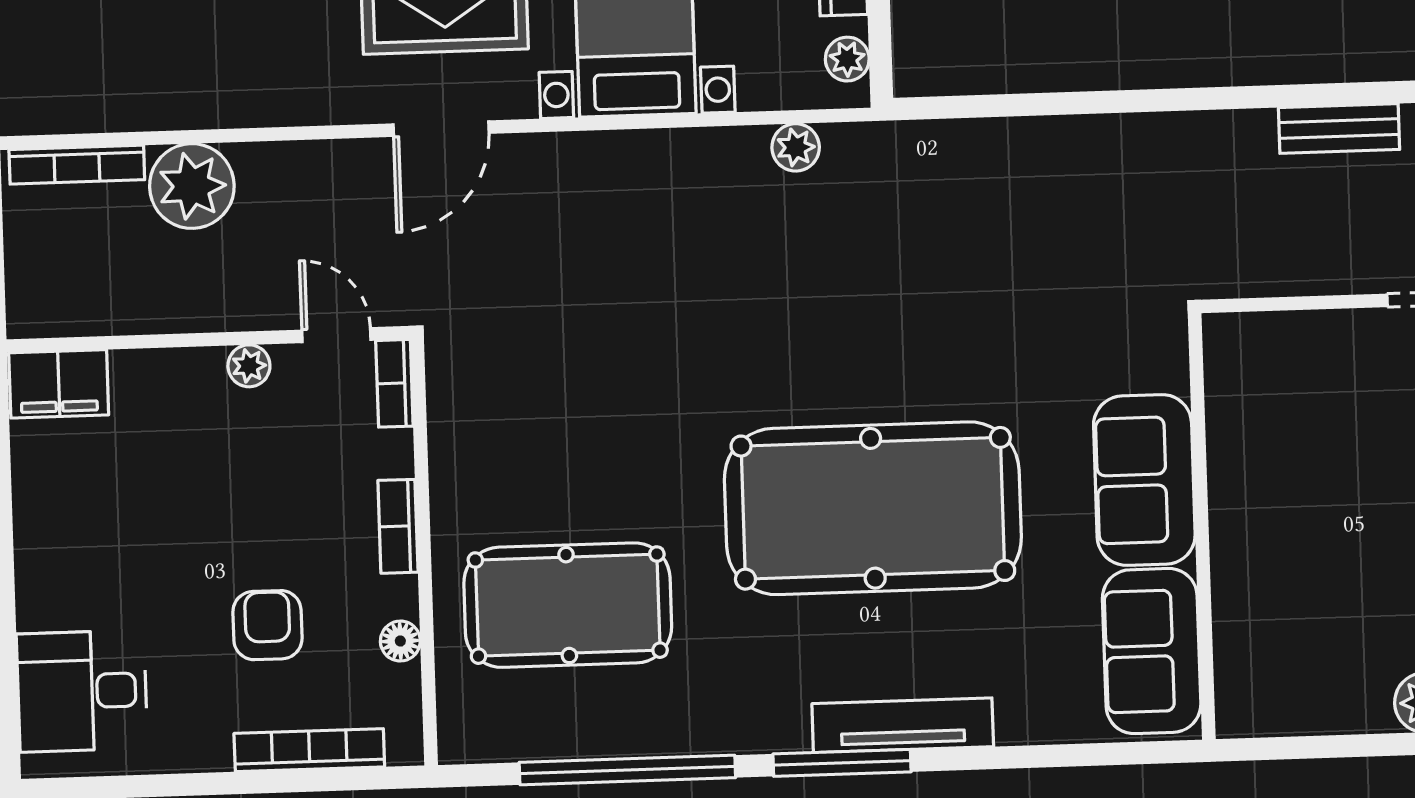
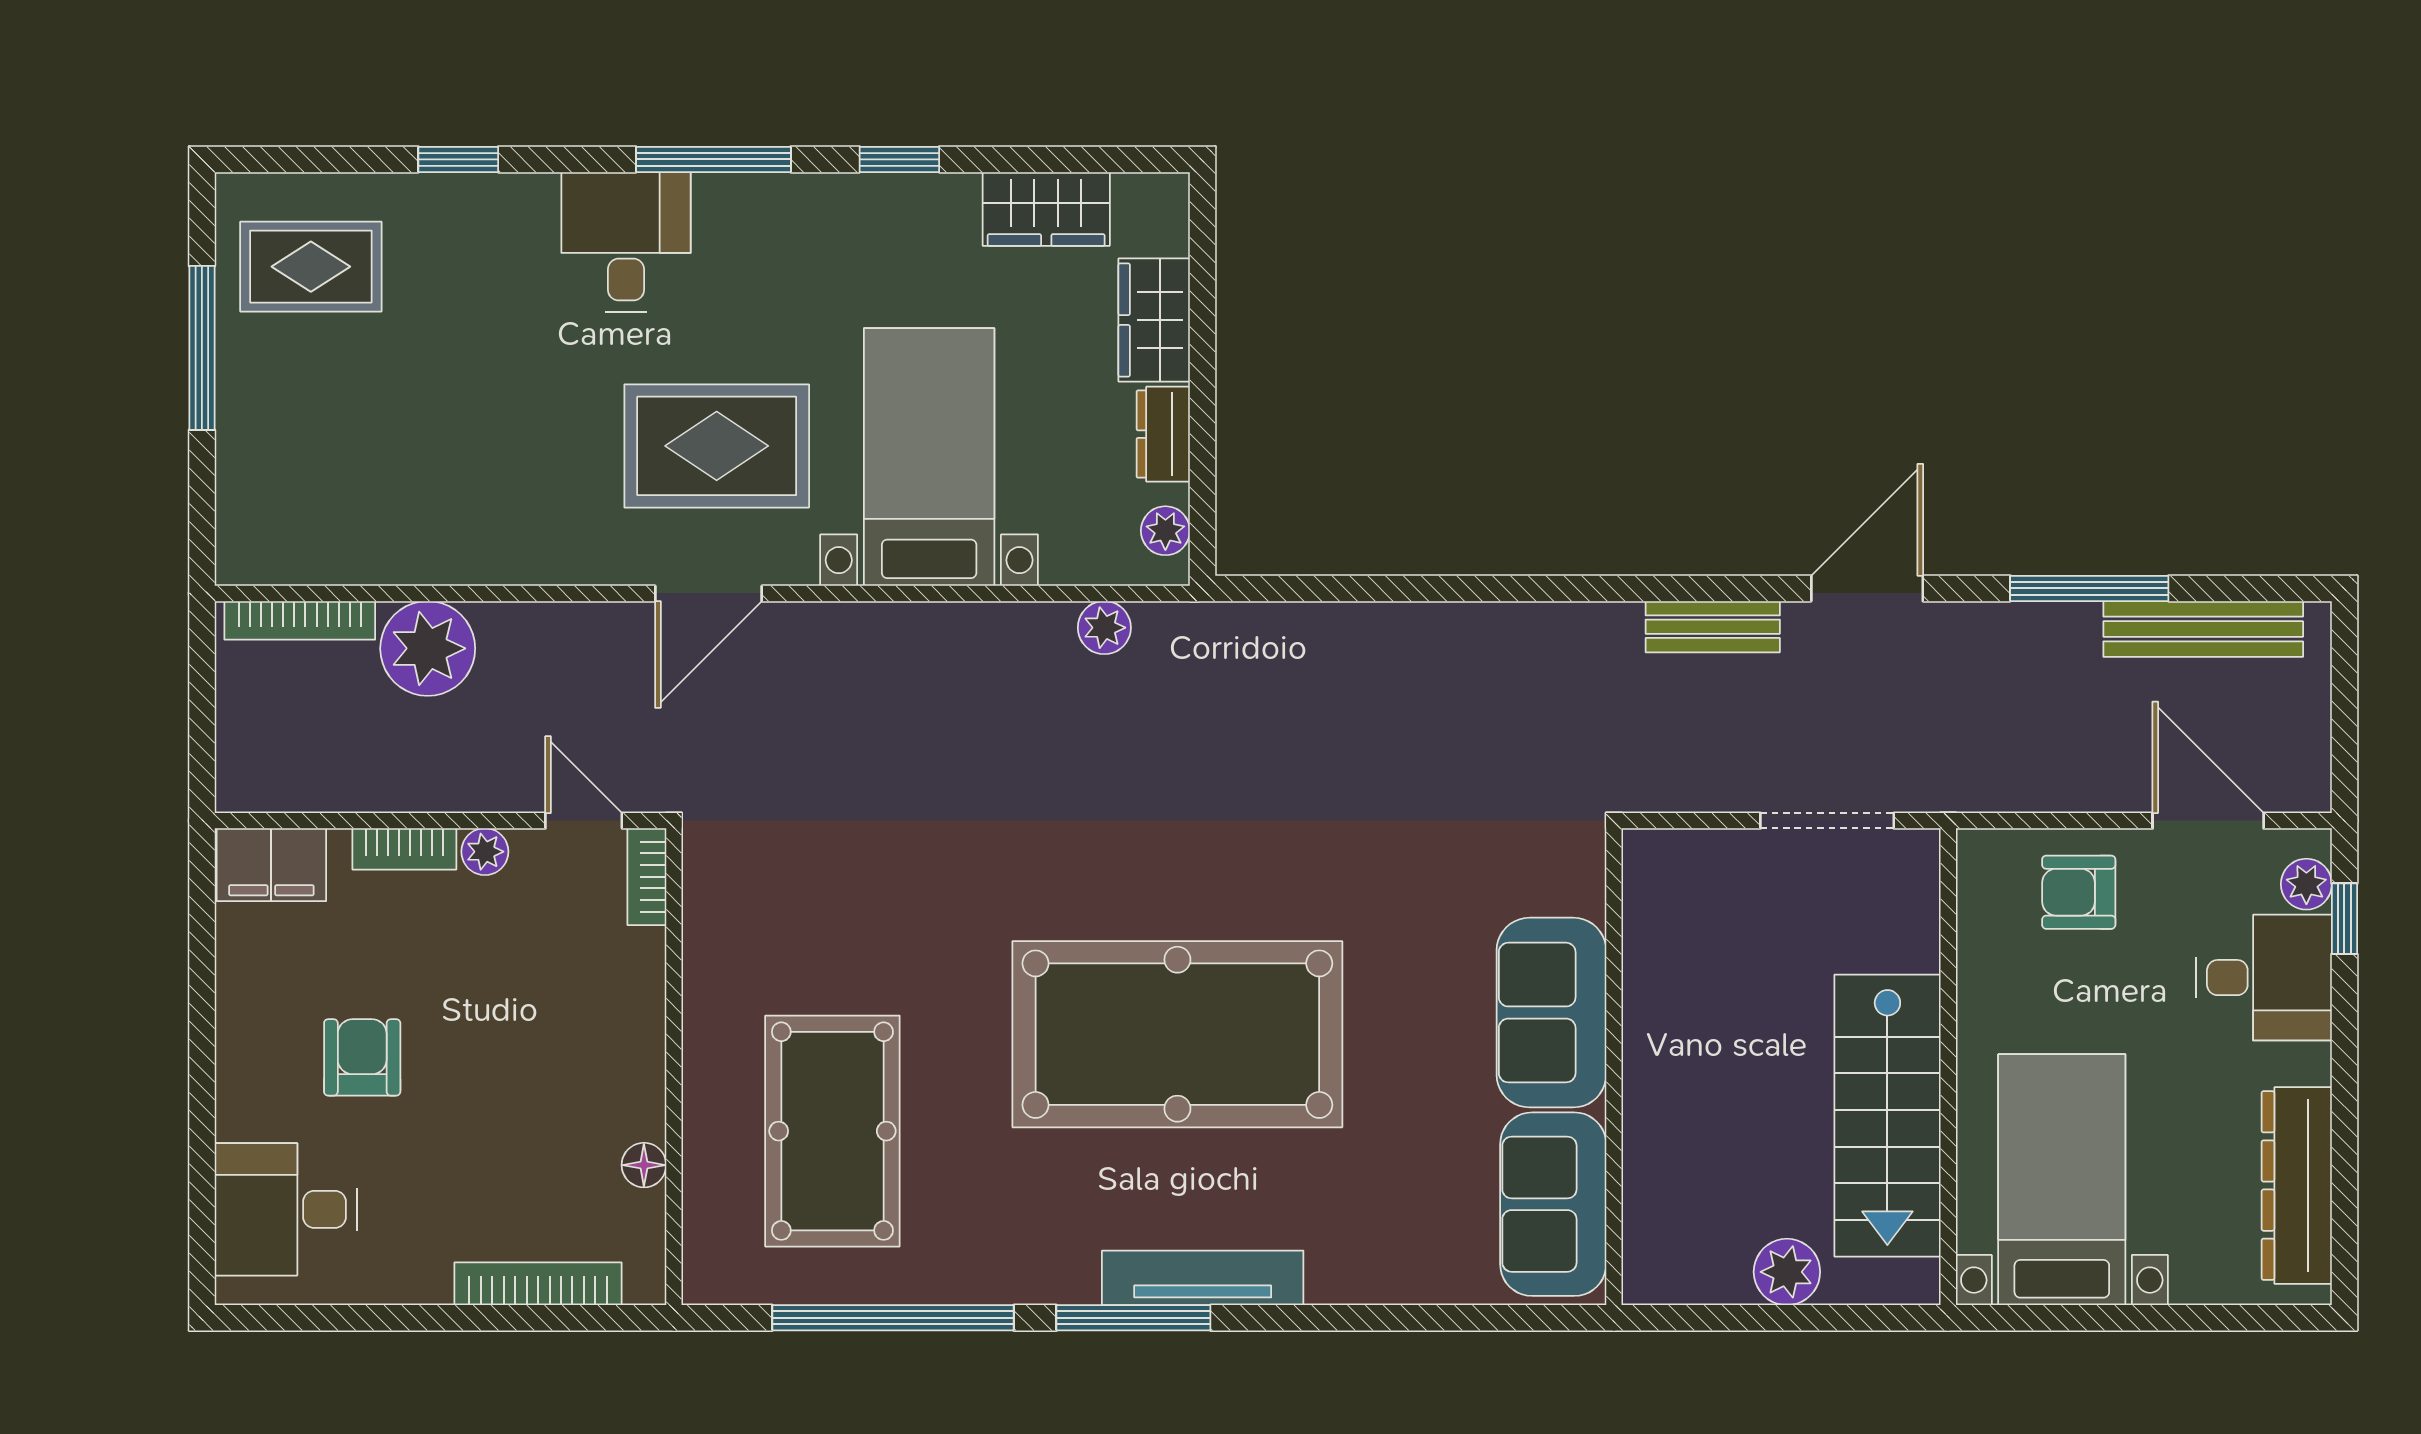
sofa: (1144, 480) -> (1551, 1013), moved
bookcase: (398, 526) -> (404, 849), moved, turned -90
wall: (1202, 526) -> (1614, 1067), moved
pool table: (568, 605) -> (832, 1131), turned 90
armchair: (267, 625) -> (362, 1057), moved
sofa: (1152, 651) -> (1553, 1204), moved

